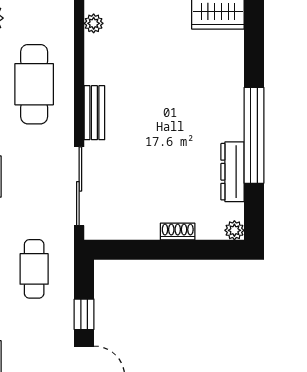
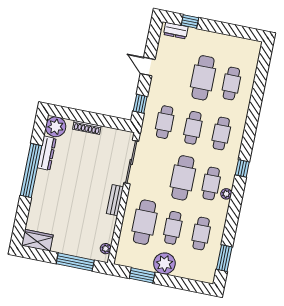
plant: (234, 230) -> (56, 127), width x1.88, depth x1.88
shoe rack: (178, 232) -> (87, 127), width x1.43
window: (84, 314) -> (140, 104), moved

